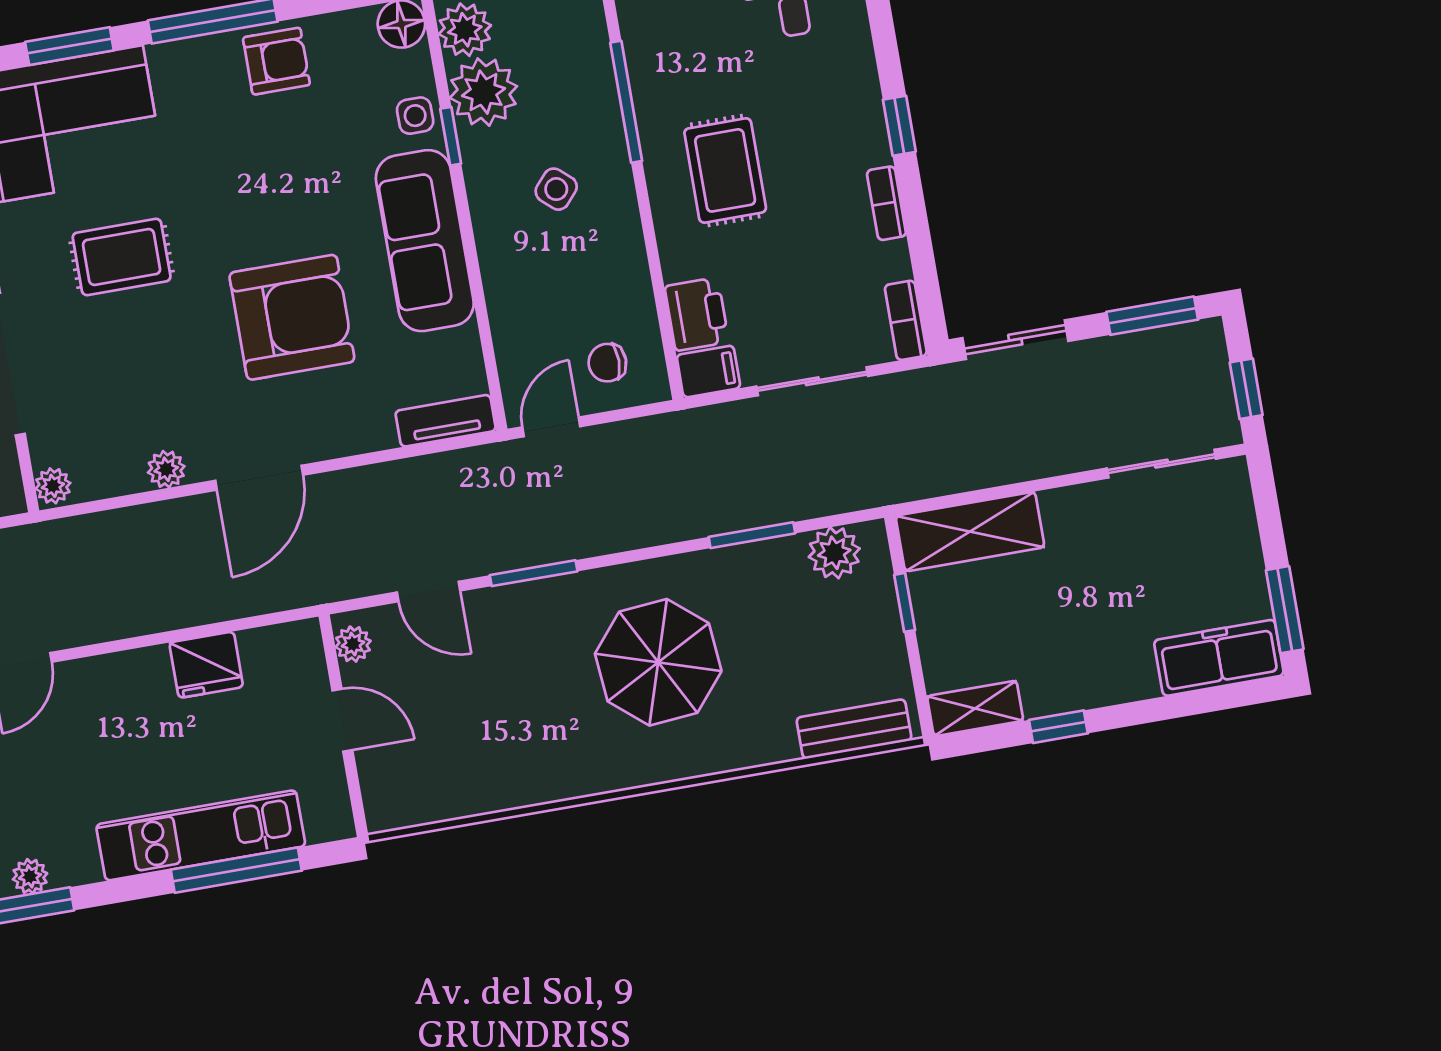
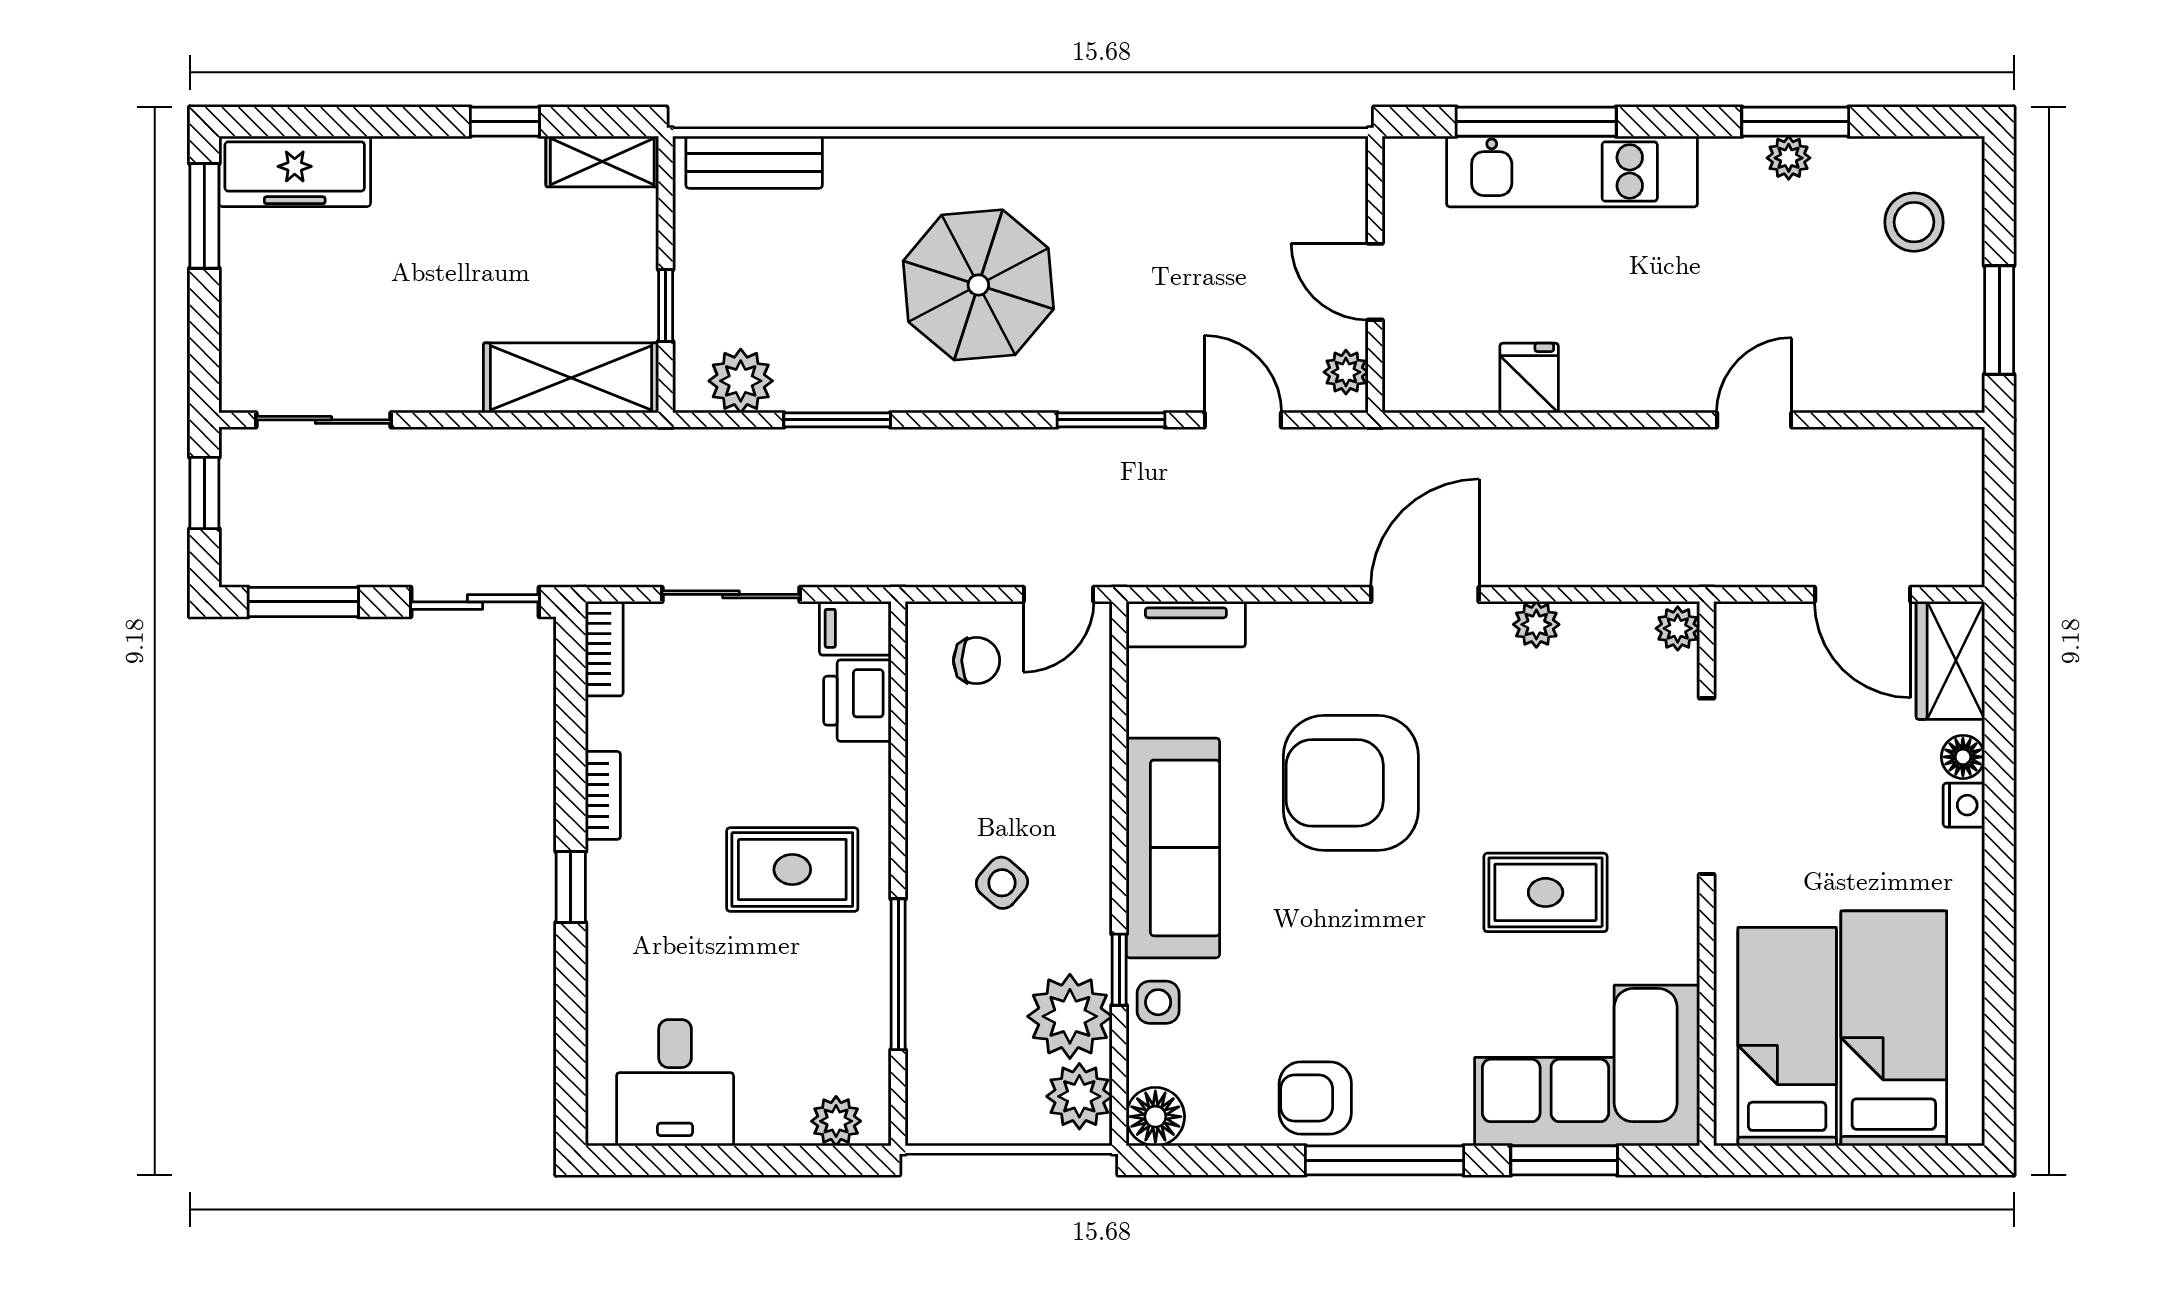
rug: (725, 170) -> (792, 870), turned 90
fridge: (206, 665) -> (1529, 378), width x0.72

